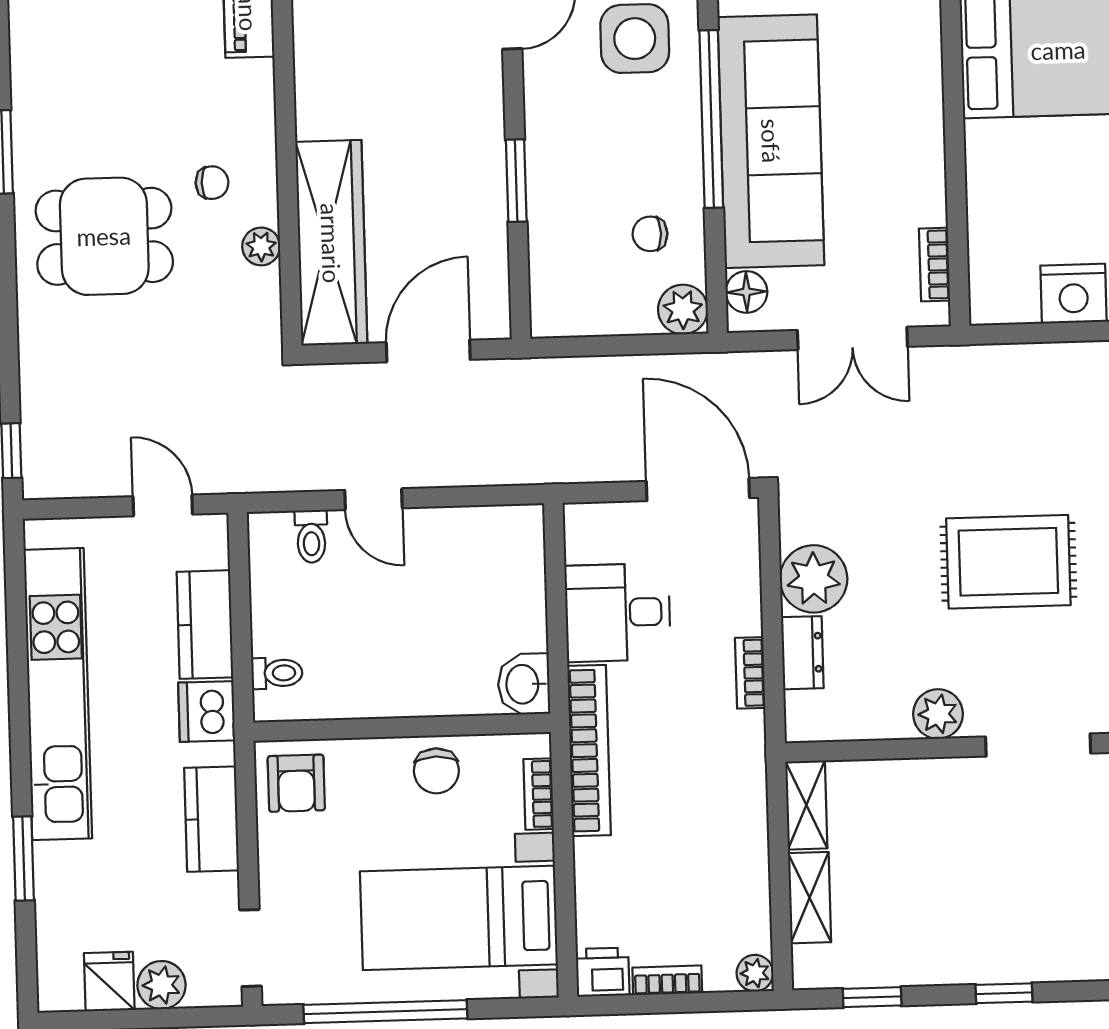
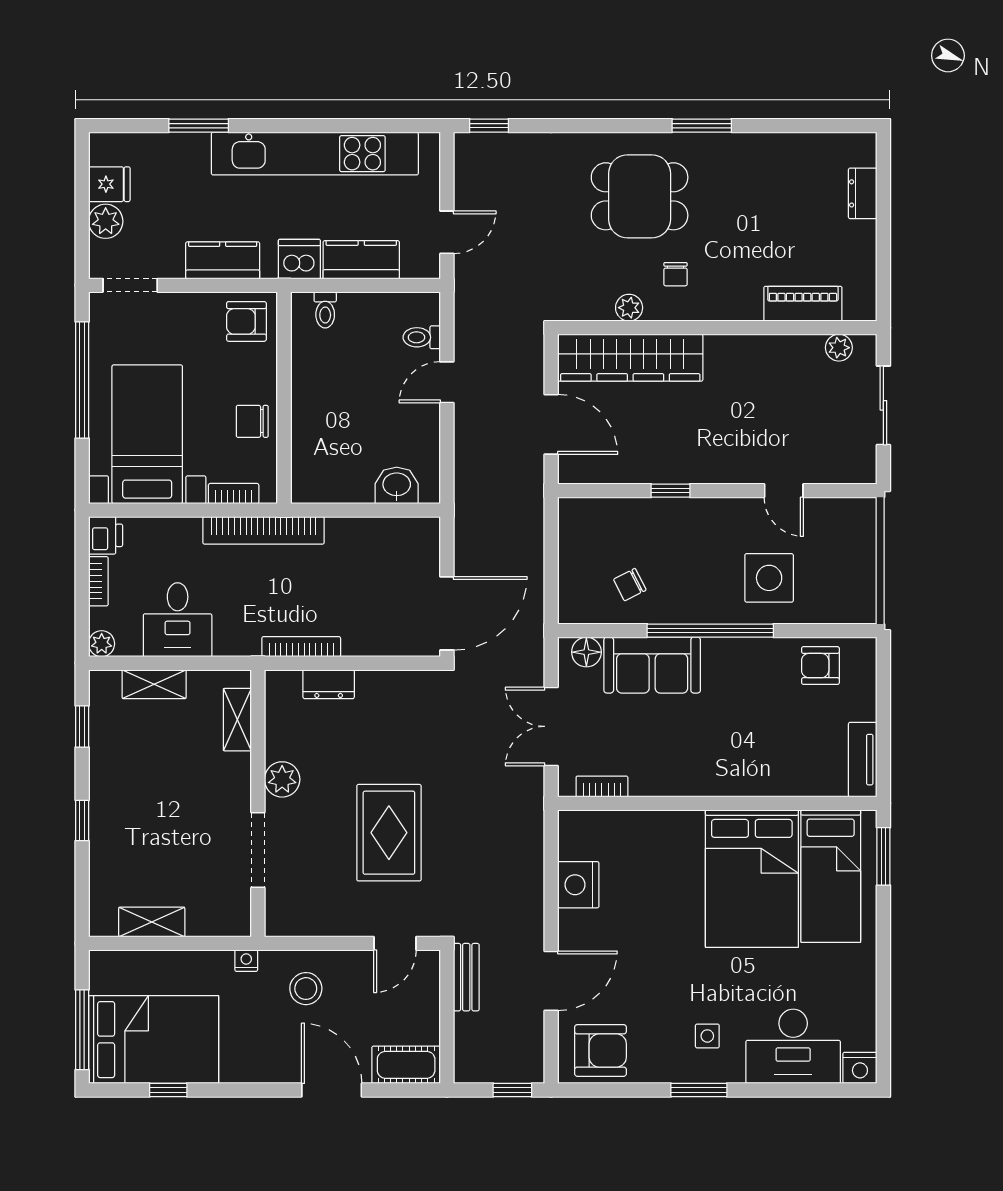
sofa: (771, 141) -> (652, 665), width x0.54, depth x0.79
window: (516, 181) -> (670, 491), width x0.67
chair: (650, 234) -> (630, 585), turned -117
dining table: (104, 236) -> (640, 196), turned 90
plant: (683, 309) -> (575, 606), removed
plant: (814, 579) -> (381, 694), removed
desk: (618, 613) -> (178, 620), moved, turned 180
bookcase: (750, 673) -> (301, 647), width x1.56
washbasin: (524, 684) -> (397, 485), moved
shelving: (806, 805) -> (237, 720), moved, turned 90

